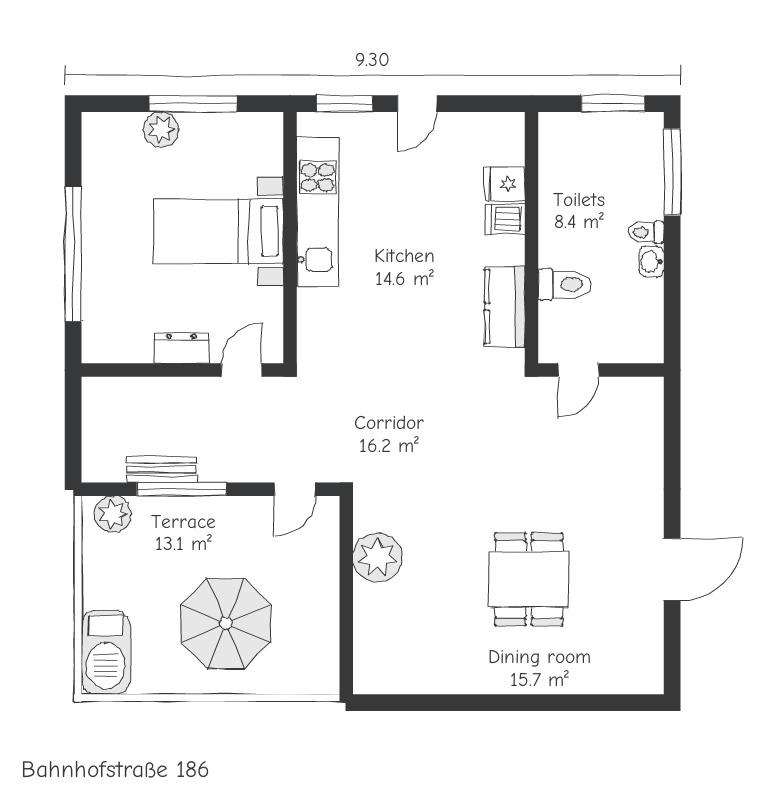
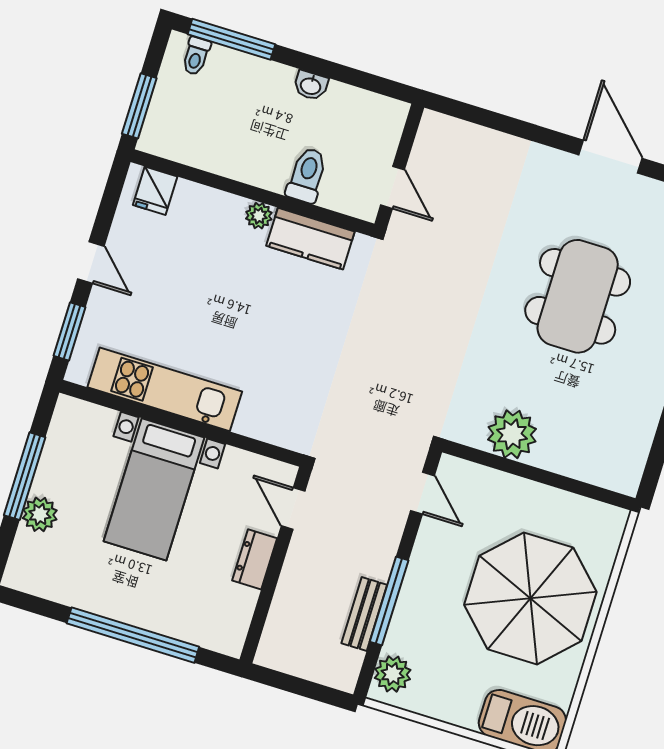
window: (613, 104) -> (139, 106), moved
fridge: (505, 184) -> (155, 191), moved
dishwasher: (505, 219) -> (227, 213), removed
toilet: (646, 232) -> (196, 56), moved
plant: (512, 250) -> (259, 216), added
dining table: (529, 579) -> (578, 296), width x1.37
parasol: (226, 624) -> (530, 598), width x1.36, depth x1.36

